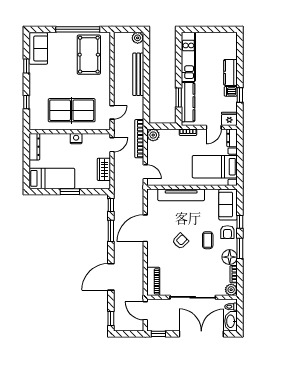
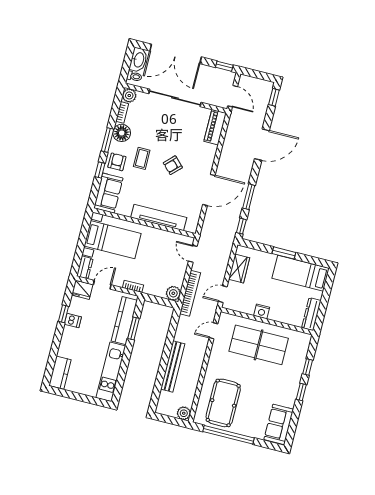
plant: (138, 38) -> (184, 413), moved
window: (26, 66) -> (301, 392), moved
kitchen counter: (230, 72) -> (60, 373), moved

